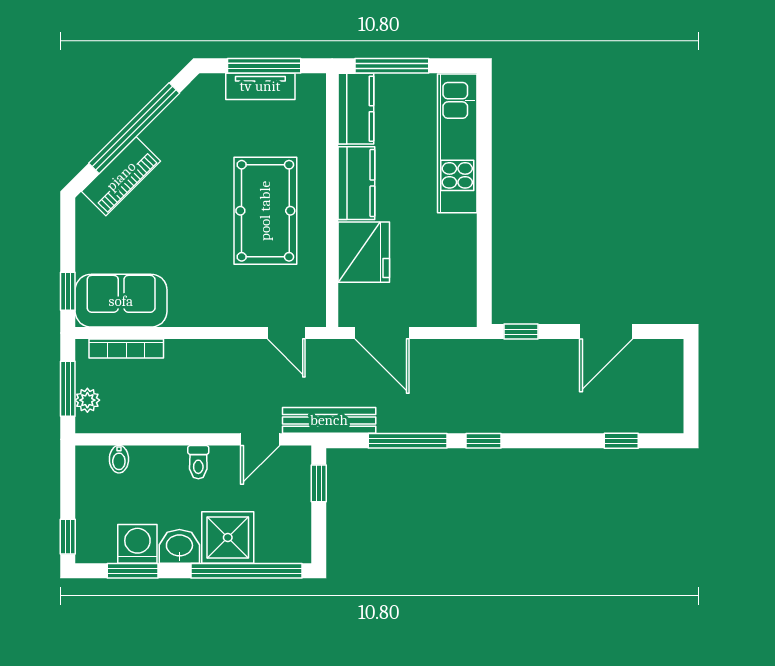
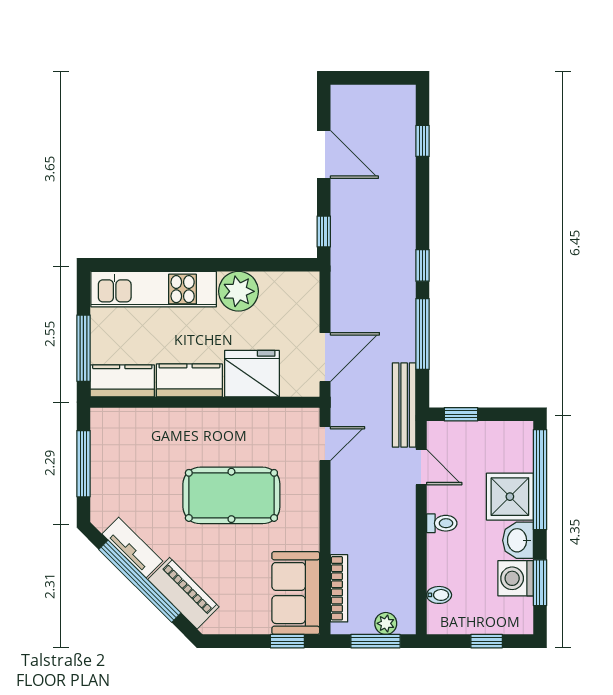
tv unit: (260, 86) -> (132, 547), moved, turned -45
pool table: (265, 211) -> (231, 495), moved
plant: (455, 237) -> (238, 291), added
window: (68, 537) -> (487, 641), moved

